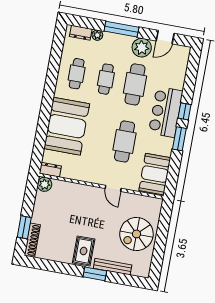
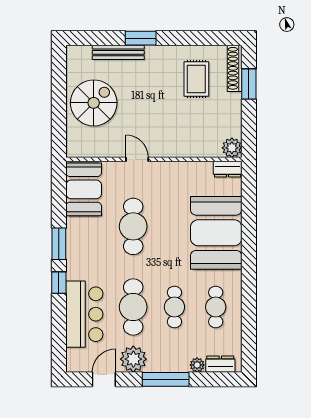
bar counter: (166, 112) -> (84, 314), moved
rug: (84, 251) -> (196, 79), moved

